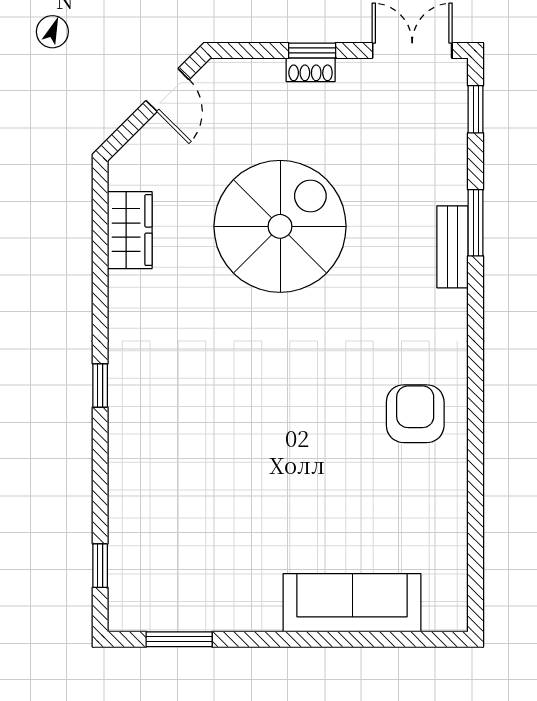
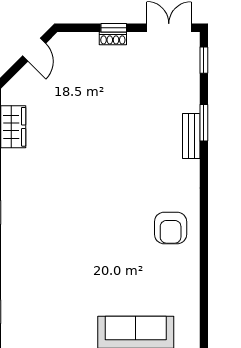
spiral stairs: (280, 226) -> (96, 125), removed
armchair: (415, 414) -> (171, 228), turned 180

